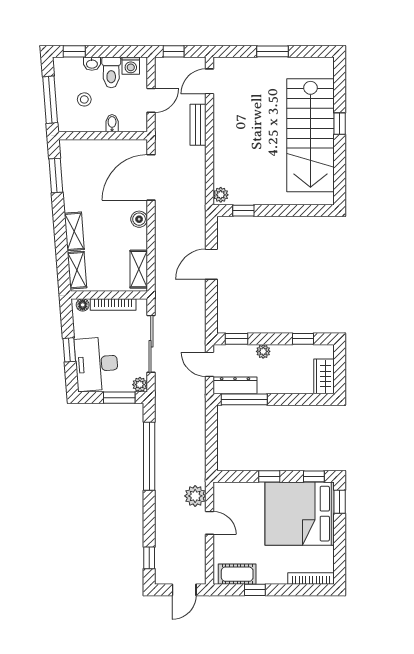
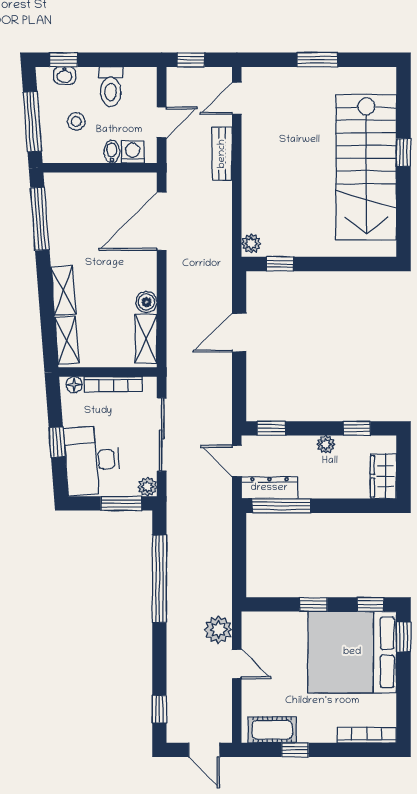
washbasin: (92, 64) -> (65, 75), moved
washing machine: (131, 66) -> (133, 152), moved, turned 180
window: (56, 175) -> (40, 219), width x1.44
boiler: (139, 219) -> (146, 302), moved
plant: (263, 351) -> (326, 444), moved
door: (184, 590) -> (204, 750), hinge flipped

